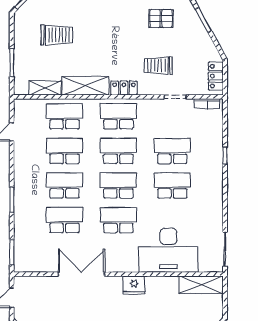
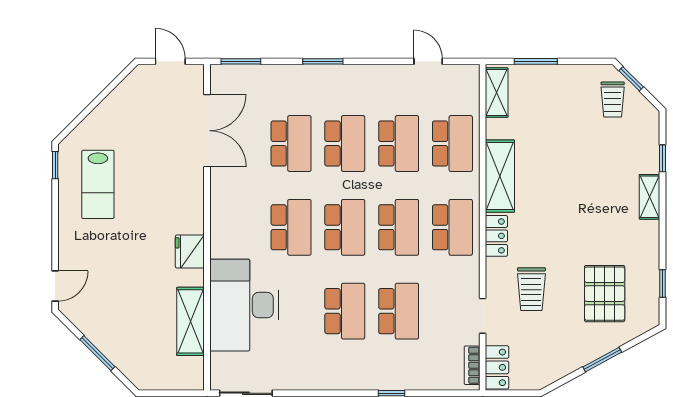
pallet: (161, 18) -> (605, 294), width x1.50, depth x1.42
trolley: (57, 35) -> (613, 100), moved, width x0.73, depth x0.72
trolley: (158, 66) -> (531, 289), turned 180
locker: (216, 76) -> (497, 367), moved, turned 90
shelving: (45, 88) -> (497, 93), moved
double door: (82, 274) -> (207, 131), moved
shelving: (201, 285) -> (190, 321), moved

